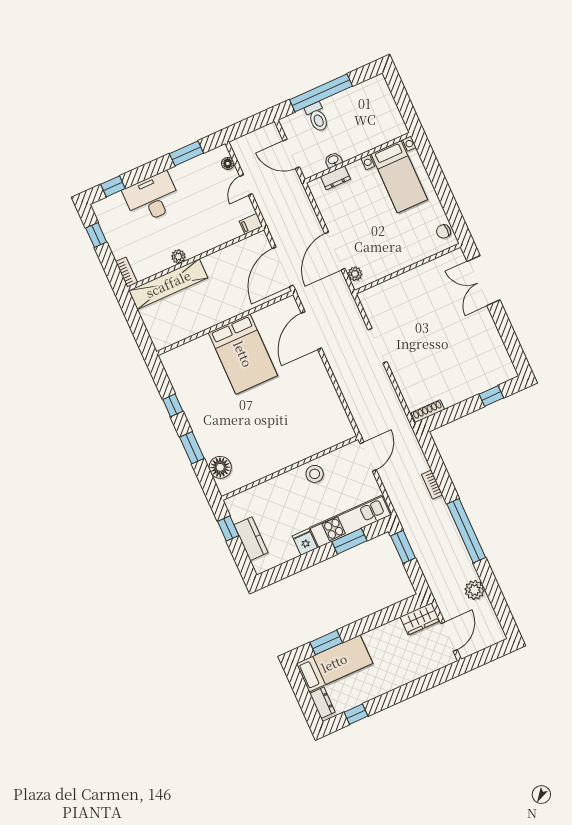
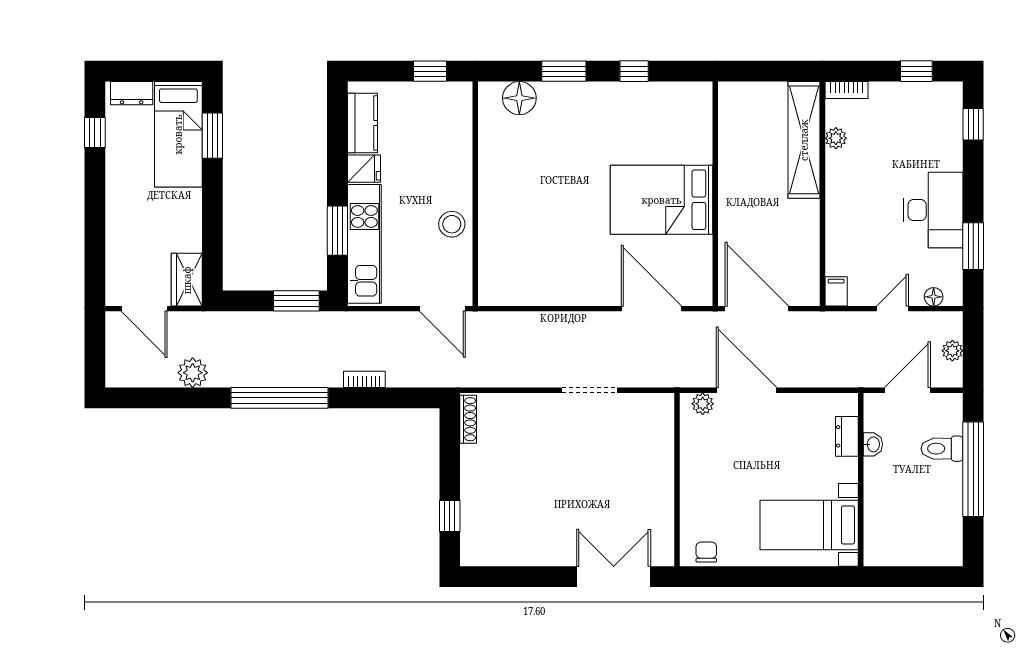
plant: (255, 137) -> (952, 351), added
door: (246, 185) -> (893, 309), hinge flipped
desk: (152, 198) -> (933, 210), moved
plant: (178, 257) -> (836, 138), moved
kitchen counter: (251, 539) -> (363, 123), moved, turned -90

